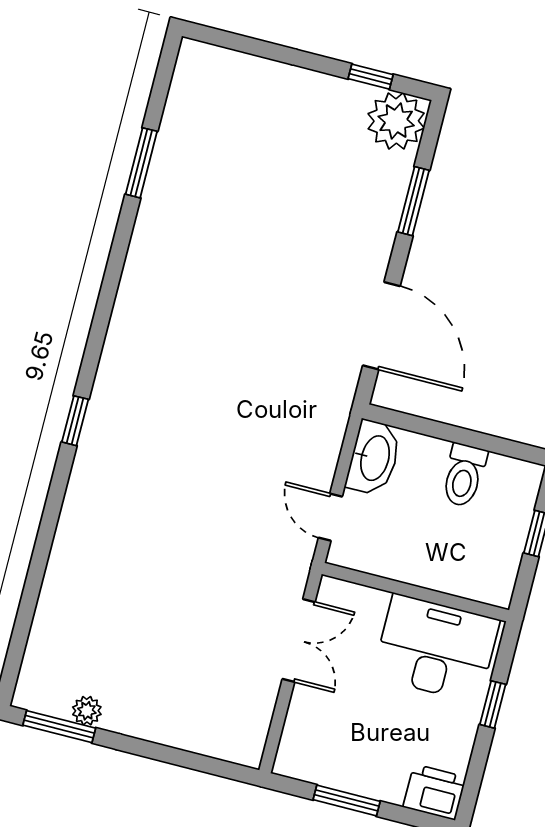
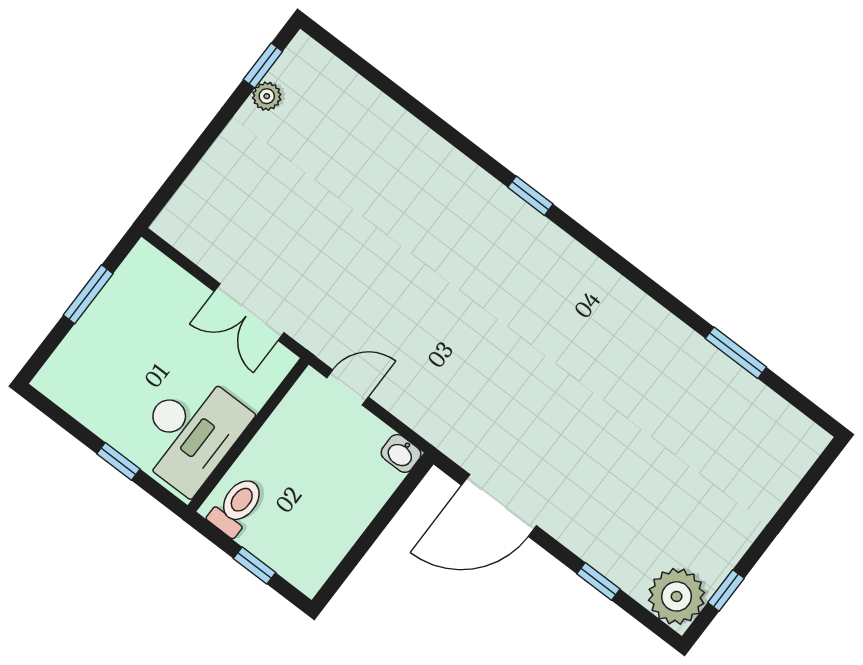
window: (413, 201) -> (598, 581), width x0.67
washbasin: (374, 458) -> (401, 453), width x0.52, depth x0.69
toilet: (464, 475) -> (237, 506), moved, turned 90
window: (59, 727) -> (263, 66), width x0.67
printer: (434, 792) -> (62, 376), removed

